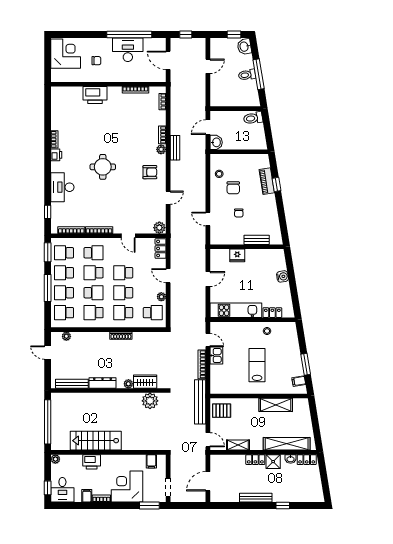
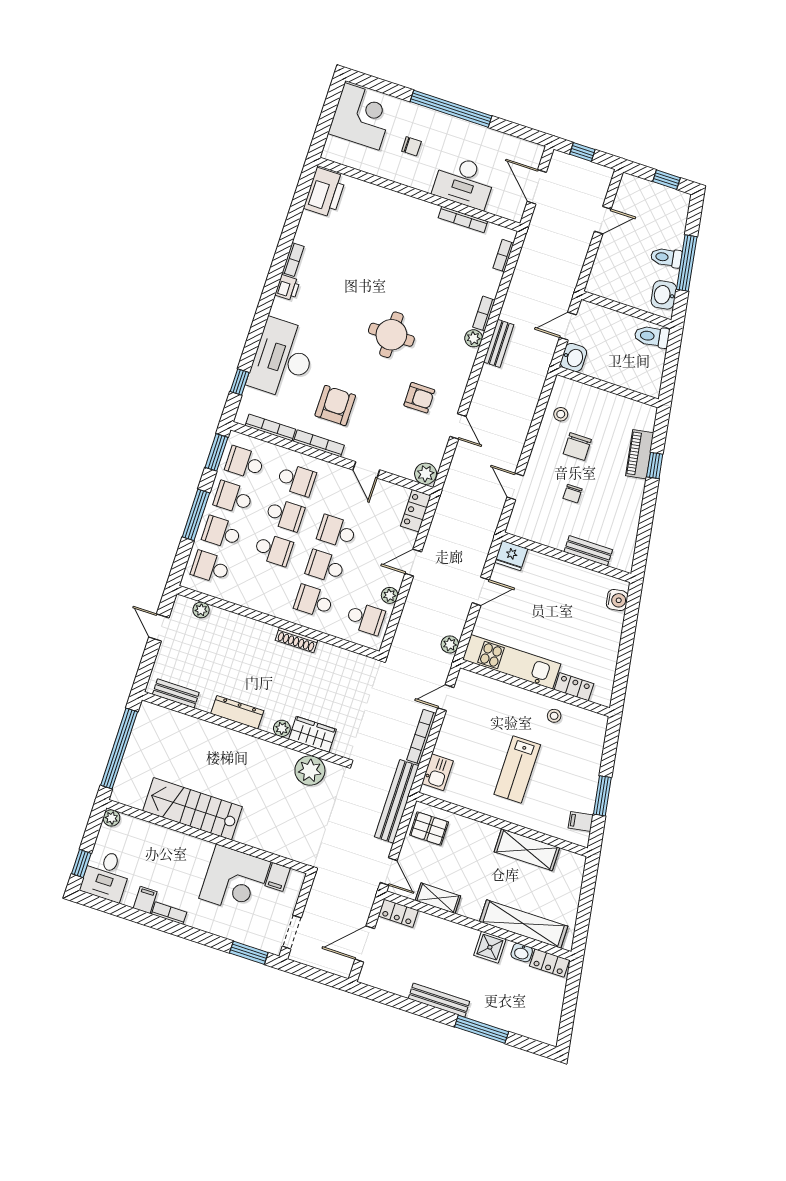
window: (129, 35) -> (451, 109), moved
washbasin: (244, 47) -> (664, 295), moved
desk: (128, 50) -> (464, 182), moved, turned 180
printer: (95, 95) -> (325, 192), moved, turned -90
round table: (103, 167) -> (391, 335), moved
armchair: (150, 172) -> (419, 398), moved
desk: (62, 187) -> (283, 359), width x1.36, depth x1.30
door: (168, 198) -> (458, 426), hinge flipped
armchair: (101, 208) -> (335, 405), added
fridge: (237, 255) -> (511, 556), moved
school desk: (94, 273) -> (285, 515), turned 180
door: (168, 276) -> (413, 563), hinge flipped
water cooler: (283, 276) -> (617, 600), moved
plant: (201, 312) -> (450, 644), added
school desk: (94, 313) -> (262, 584), removed
door: (208, 340) -> (446, 698), swing flipped
kitchen sink: (216, 355) -> (438, 772), moved
lab bench: (257, 365) -> (517, 770), turned 180
bench: (72, 384) -> (176, 693), width x0.73
locker: (255, 460) -> (398, 913), moved
printer: (92, 462) -> (173, 844), removed
corner desk: (127, 486) -> (235, 880), moved, turned 180
window: (283, 505) -> (482, 1029), width x2.17

